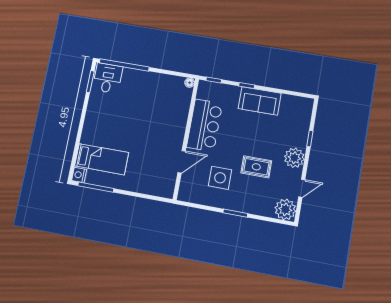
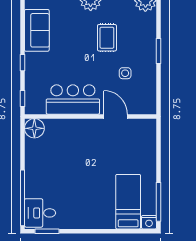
floor lamp: (190, 83) -> (34, 128), width x1.89, depth x1.89
sofa: (260, 101) -> (37, 30), moved
side table: (220, 178) -> (125, 73), width x0.54, depth x0.54

